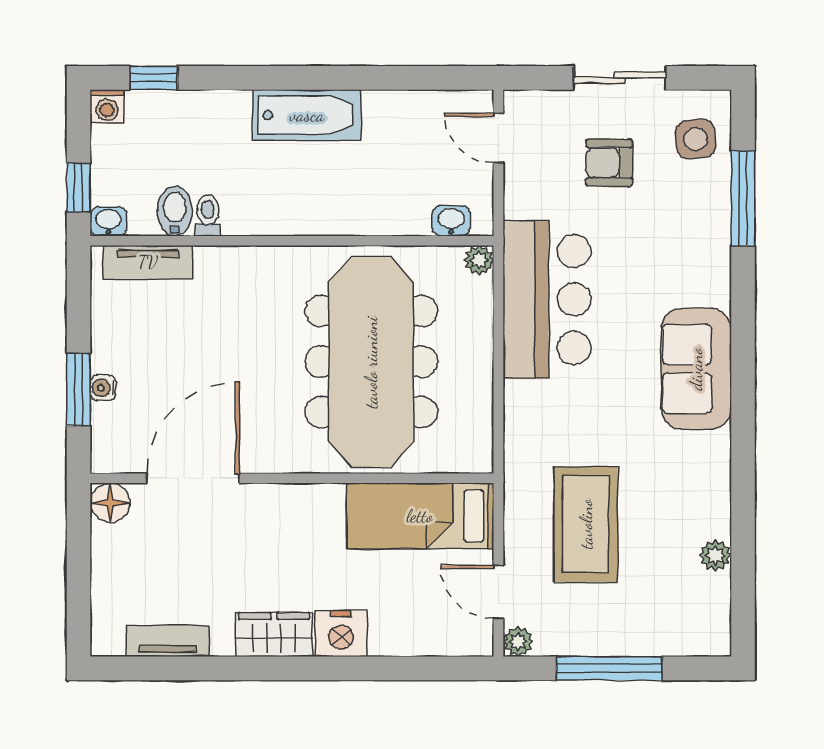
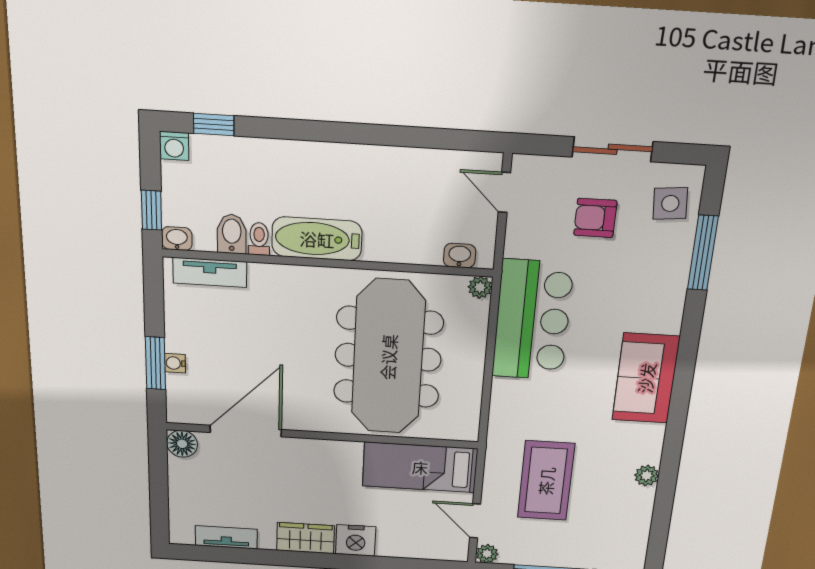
bathtub: (307, 115) -> (317, 239), moved, turned 180
plant: (715, 556) -> (647, 476), moved

